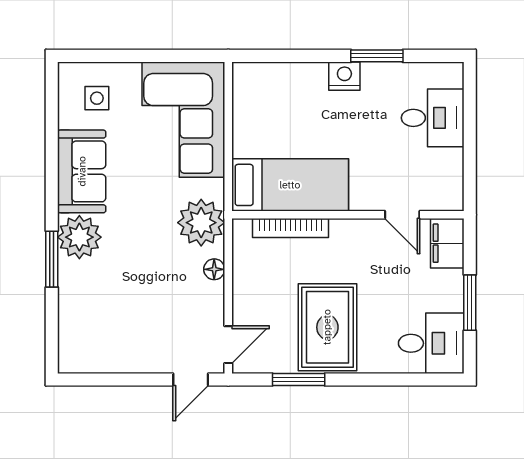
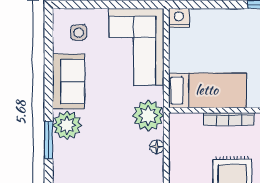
nightstand: (344, 76) -> (179, 18), moved
bookcase: (291, 228) -> (229, 119), moved

